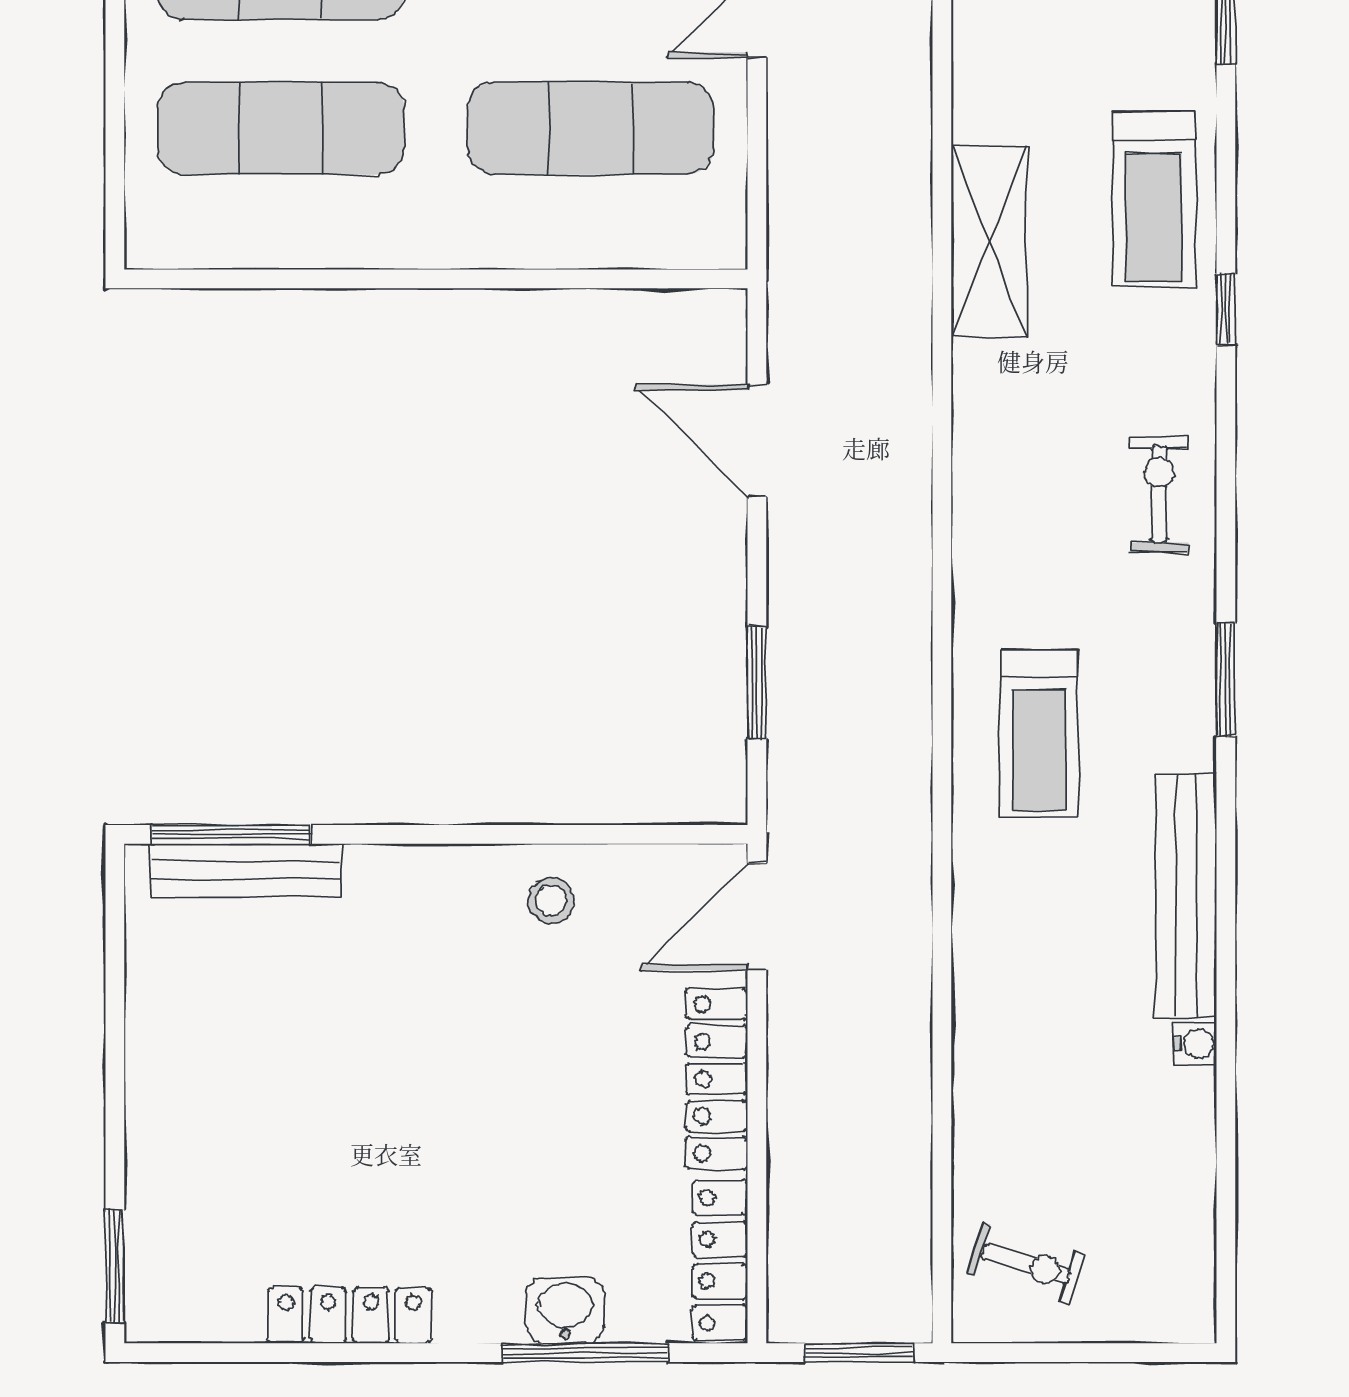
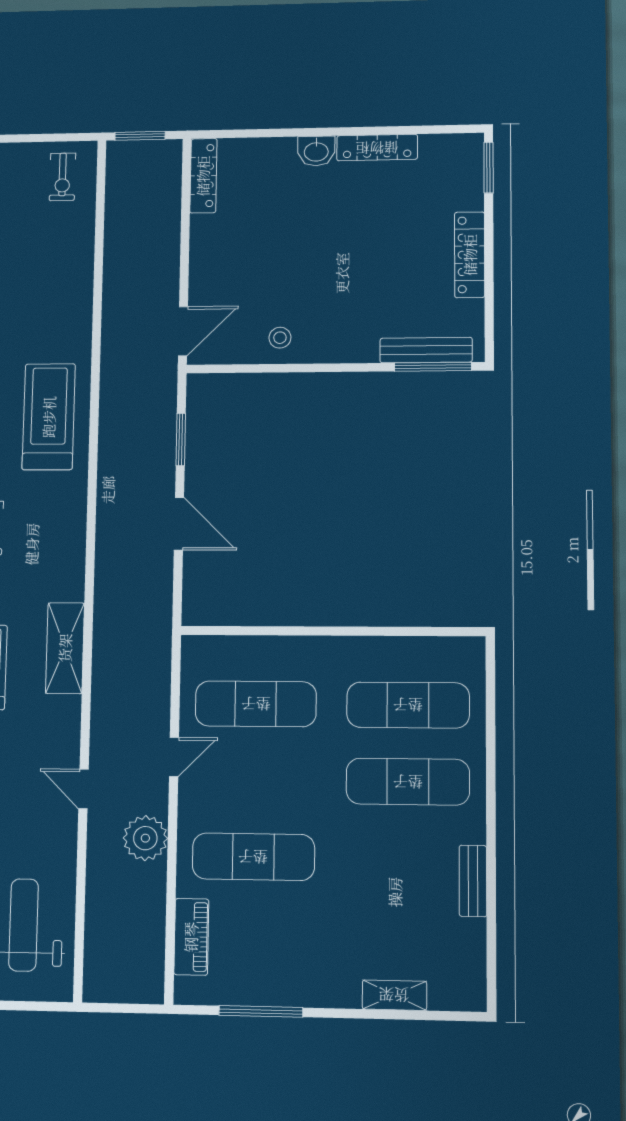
door: (757, 441) -> (179, 524), moved
treadmill: (1039, 733) -> (49, 417), width x1.37, depth x1.38
locker: (717, 1079) -> (470, 255), moved, turned 180
exercise bike: (1026, 1264) -> (62, 177), turned -107
washbasin: (565, 1310) -> (316, 151), moved
window: (586, 1353) -> (267, 133), removed

